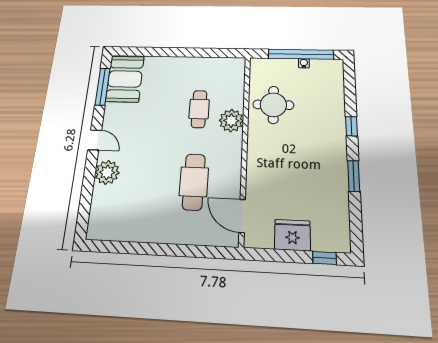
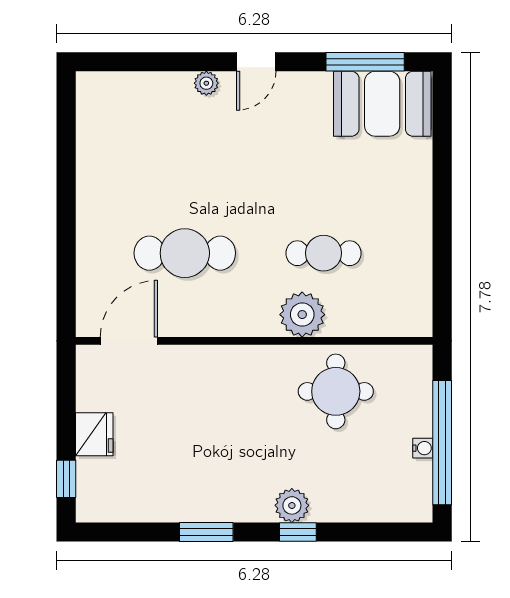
plant: (337, 129) -> (292, 505), added
plant: (107, 172) -> (206, 83), width x0.53, depth x0.53
fridge: (292, 235) -> (94, 434), width x0.73, depth x0.75

